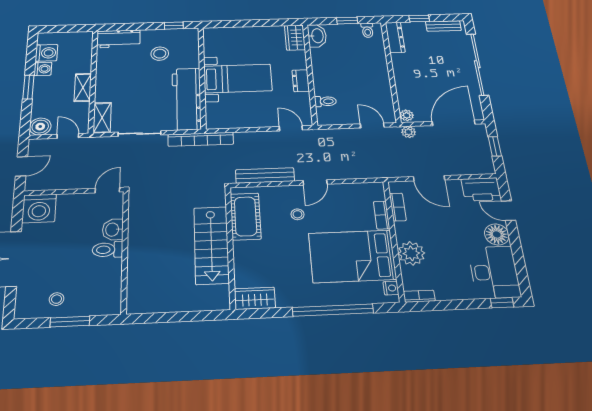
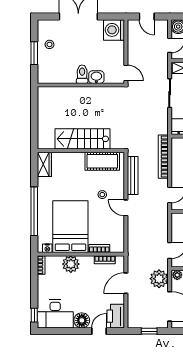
plant: (409, 132) -> (159, 279), width x1.88, depth x1.88
bookcase: (201, 139) -> (163, 157), moved

